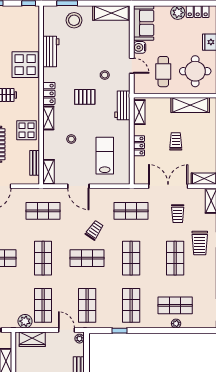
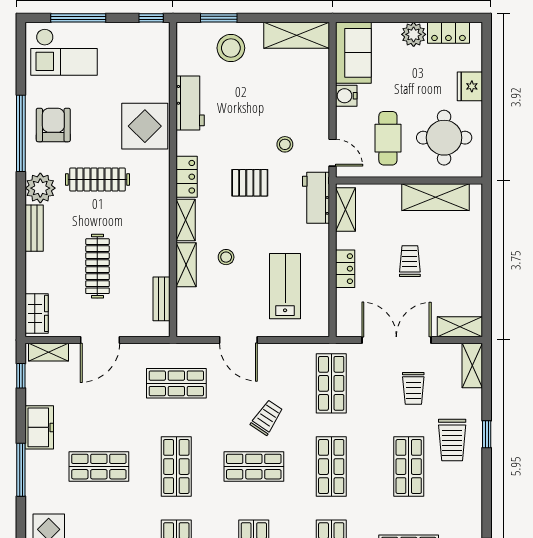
door: (132, 66) -> (332, 153), moved
display table: (27, 130) -> (147, 242), removed
shelving: (49, 172) -> (186, 265), moved
shop shelf: (131, 211) -> (331, 383), turned 90

